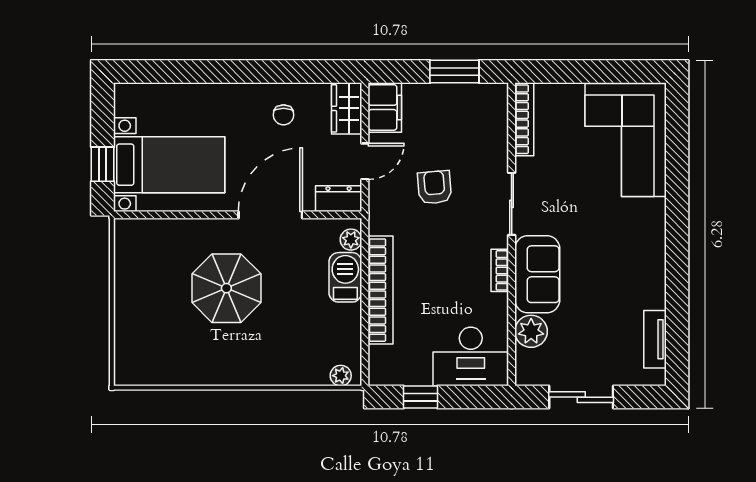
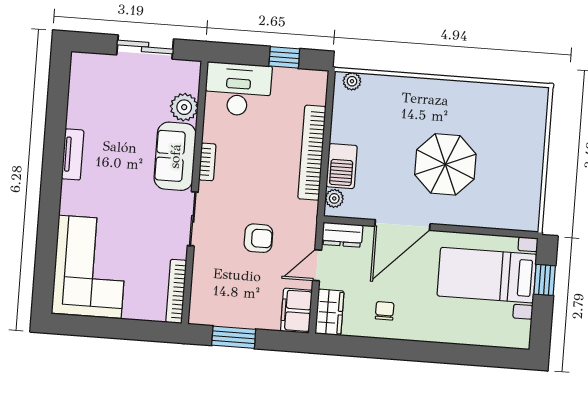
armchair: (435, 187) -> (258, 238), turned -85
tv unit: (655, 339) -> (73, 154), moved

